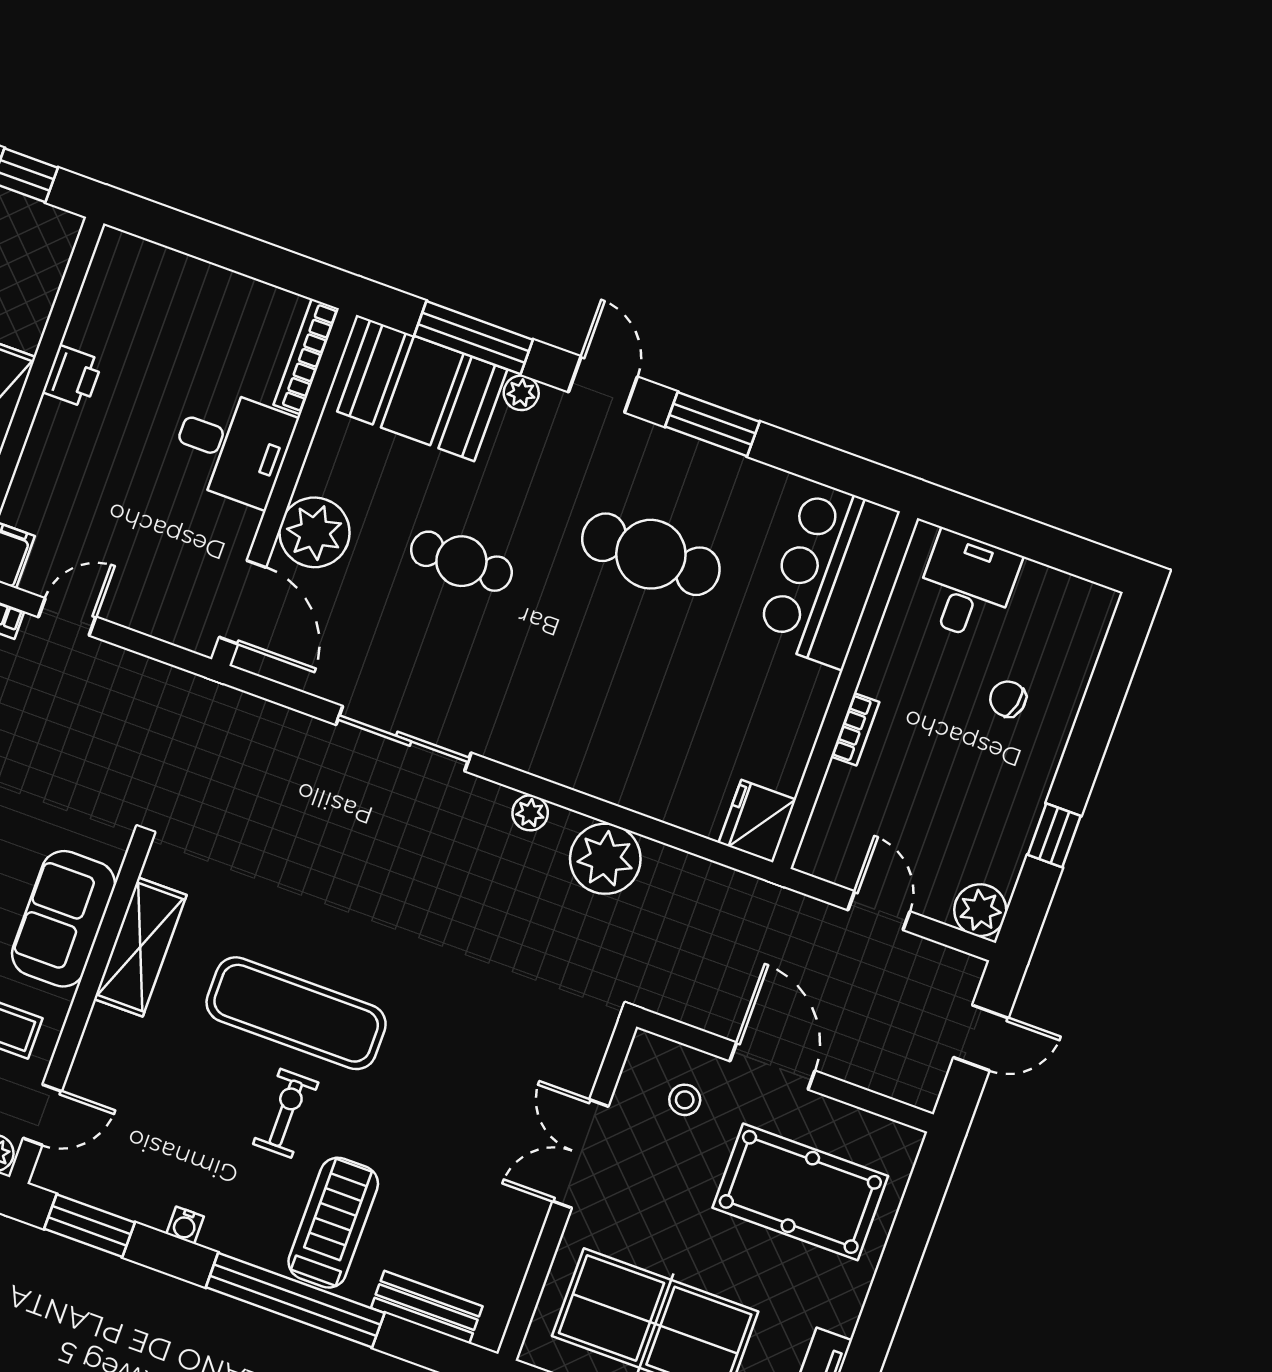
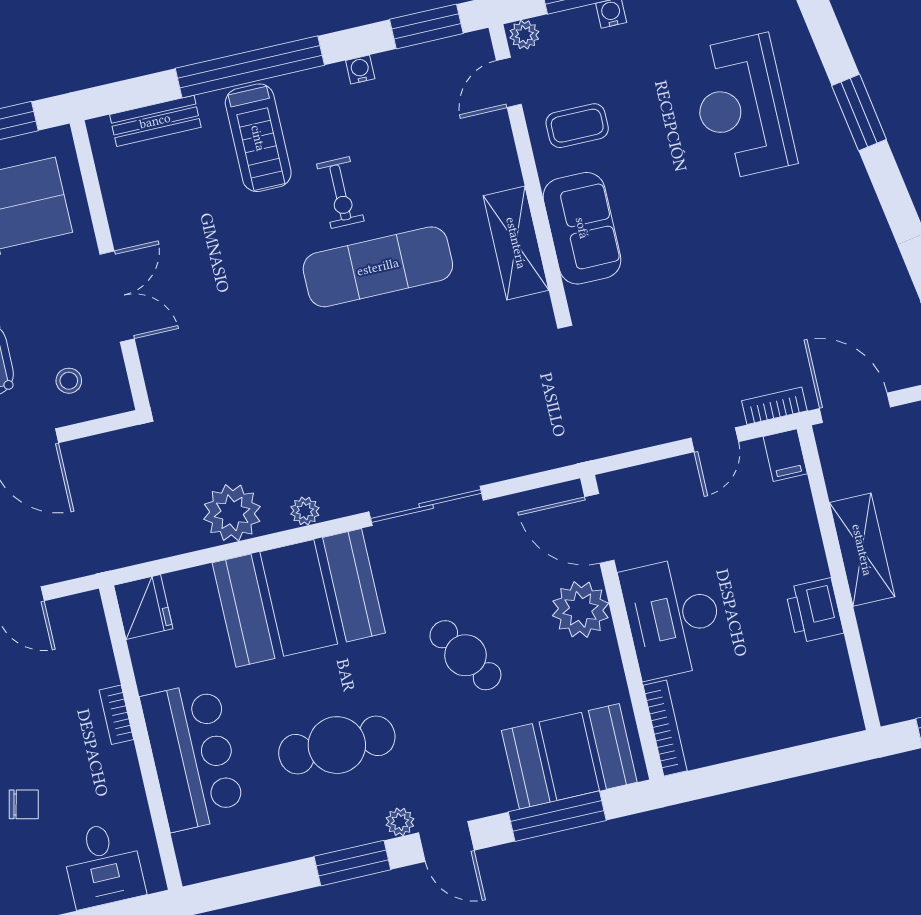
printer: (73, 376) -> (814, 611), width x1.36, depth x1.24
plant: (521, 393) -> (400, 822), moved
desk: (232, 446) -> (673, 617), width x1.37
cafe table: (461, 561) -> (465, 655), turned 57
bar counter: (827, 575) -> (193, 756), moved
booth: (593, 729) -> (299, 598), added

